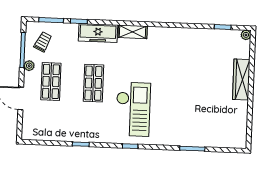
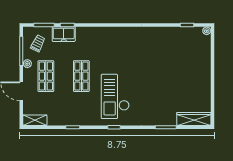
shelving: (133, 32) -> (35, 120), moved
freezer: (98, 33) -> (64, 34), moved, width x0.71
wardrobe: (241, 80) -> (194, 119), moved, turned 90
checkout: (133, 109) -> (115, 96), turned 180

